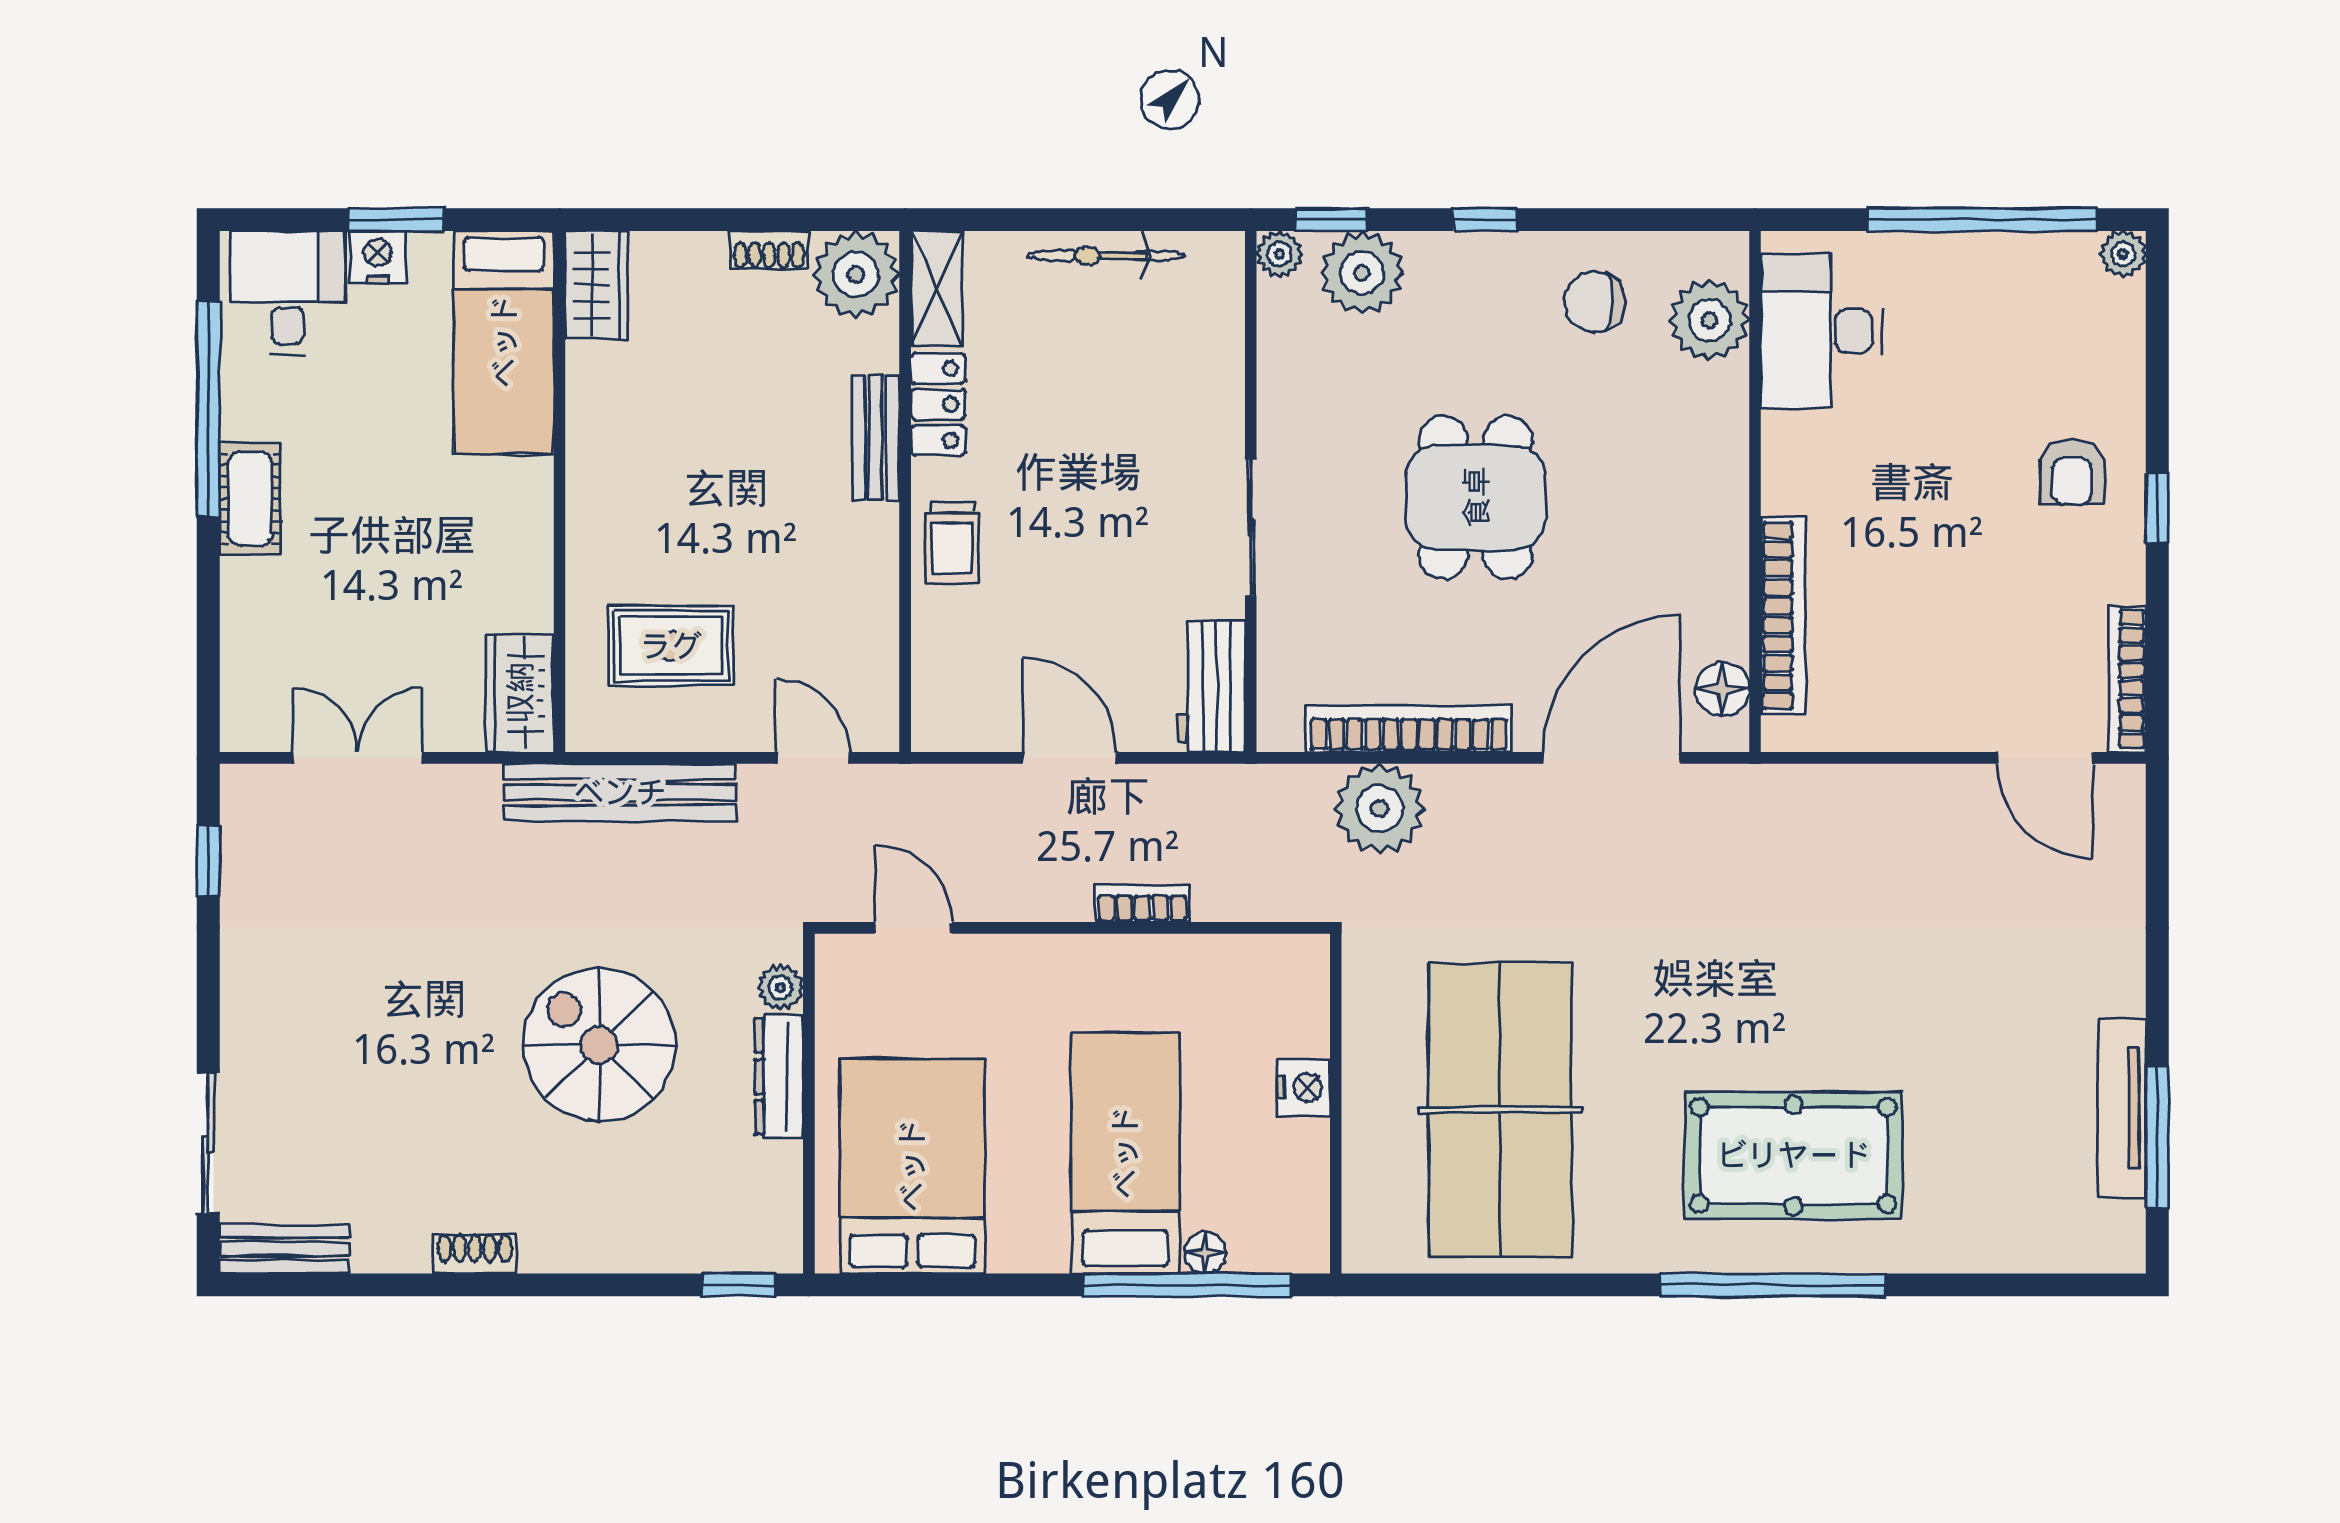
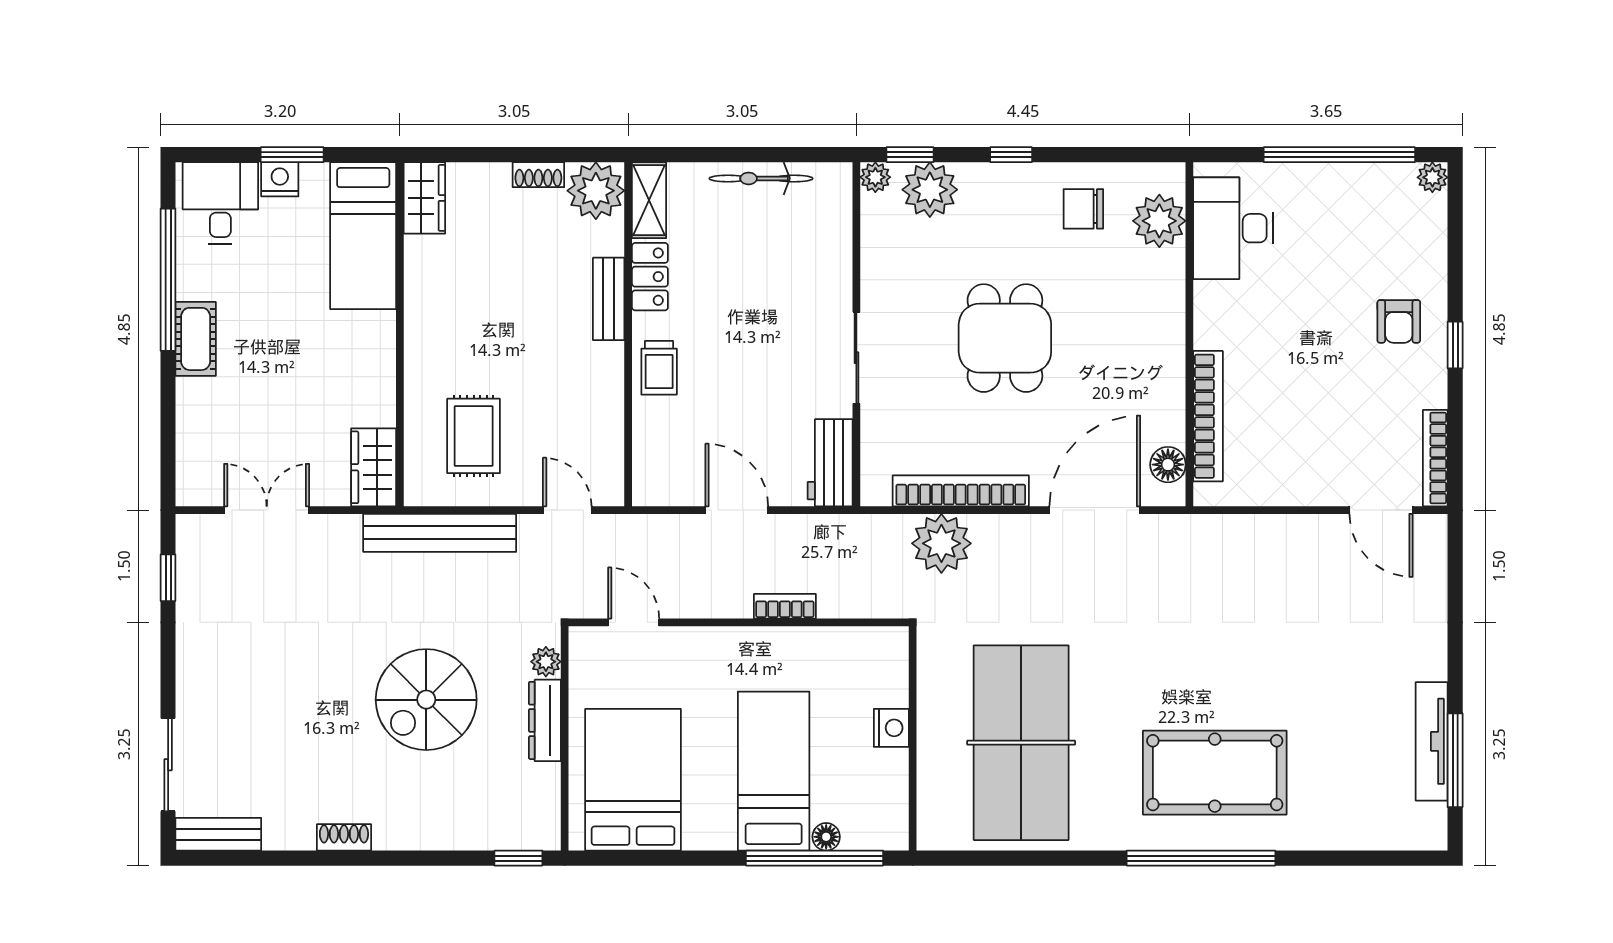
rug: (671, 646) -> (474, 436), turned 90
spiral stairs: (599, 1045) -> (426, 700), turned -90

